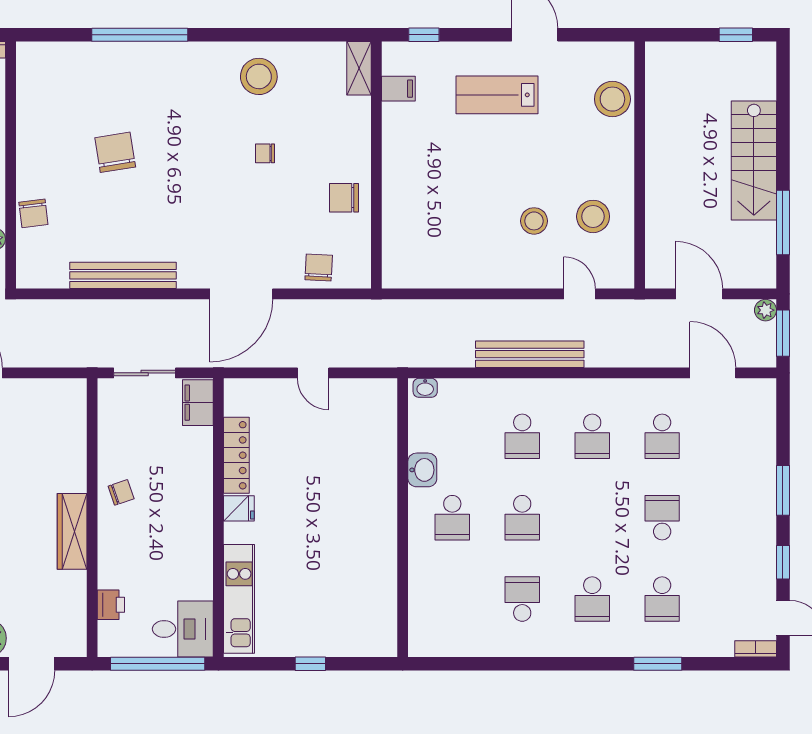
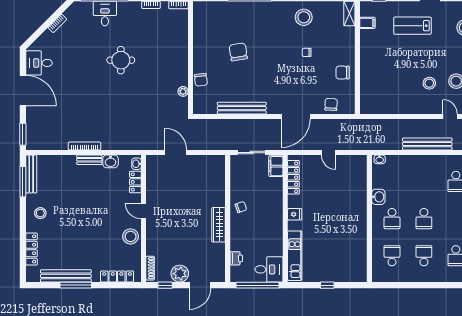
school desk: (522, 436) -> (392, 256), moved, turned 180
locker: (236, 455) -> (293, 177), moved

